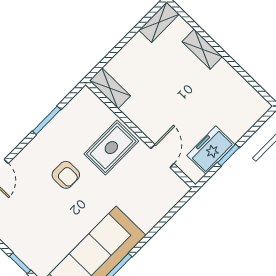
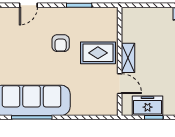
shelving: (110, 88) -> (128, 58), moved
door: (162, 156) -> (120, 84), hinge flipped

